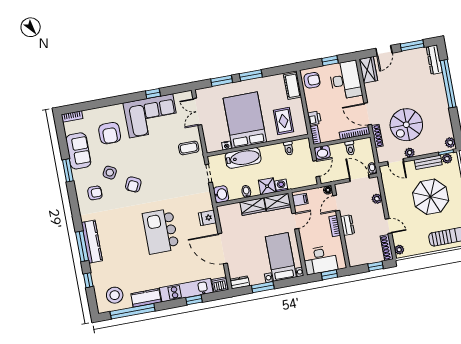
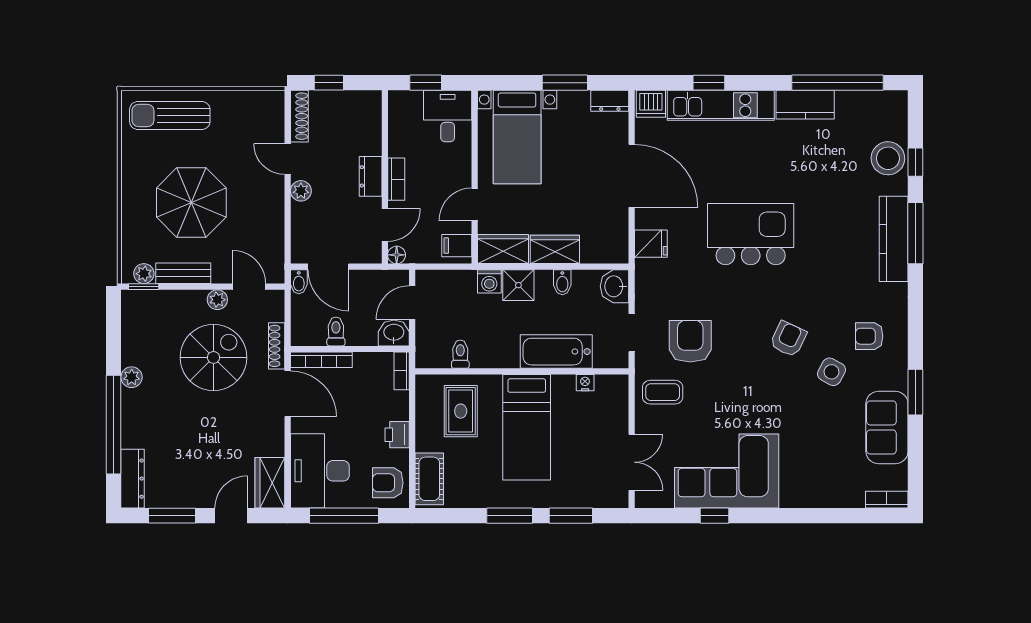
window: (330, 61) -> (344, 516), width x2.17
printer: (314, 118) -> (397, 435), moved
bed: (245, 120) -> (527, 427), width x0.67
armchair: (110, 133) -> (690, 341), moved
plant: (450, 143) -> (132, 377), moved
plant: (377, 199) -> (301, 191), moved
kitchen island: (161, 231) -> (751, 234), turned -90
plant: (399, 250) -> (275, 107), removed
desk: (320, 260) -> (448, 116), width x0.73
stool: (115, 295) -> (888, 158), moved

